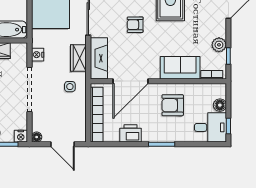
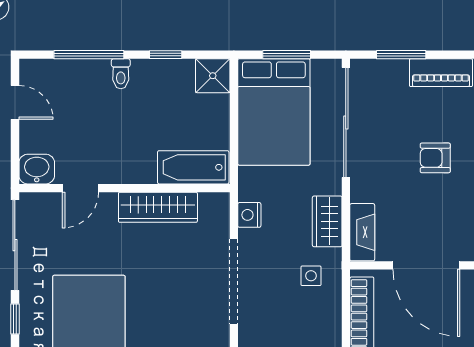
fireplace: (99, 58) -> (362, 232), width x0.73, depth x0.76
door: (130, 81) -> (426, 265), hinge flipped

